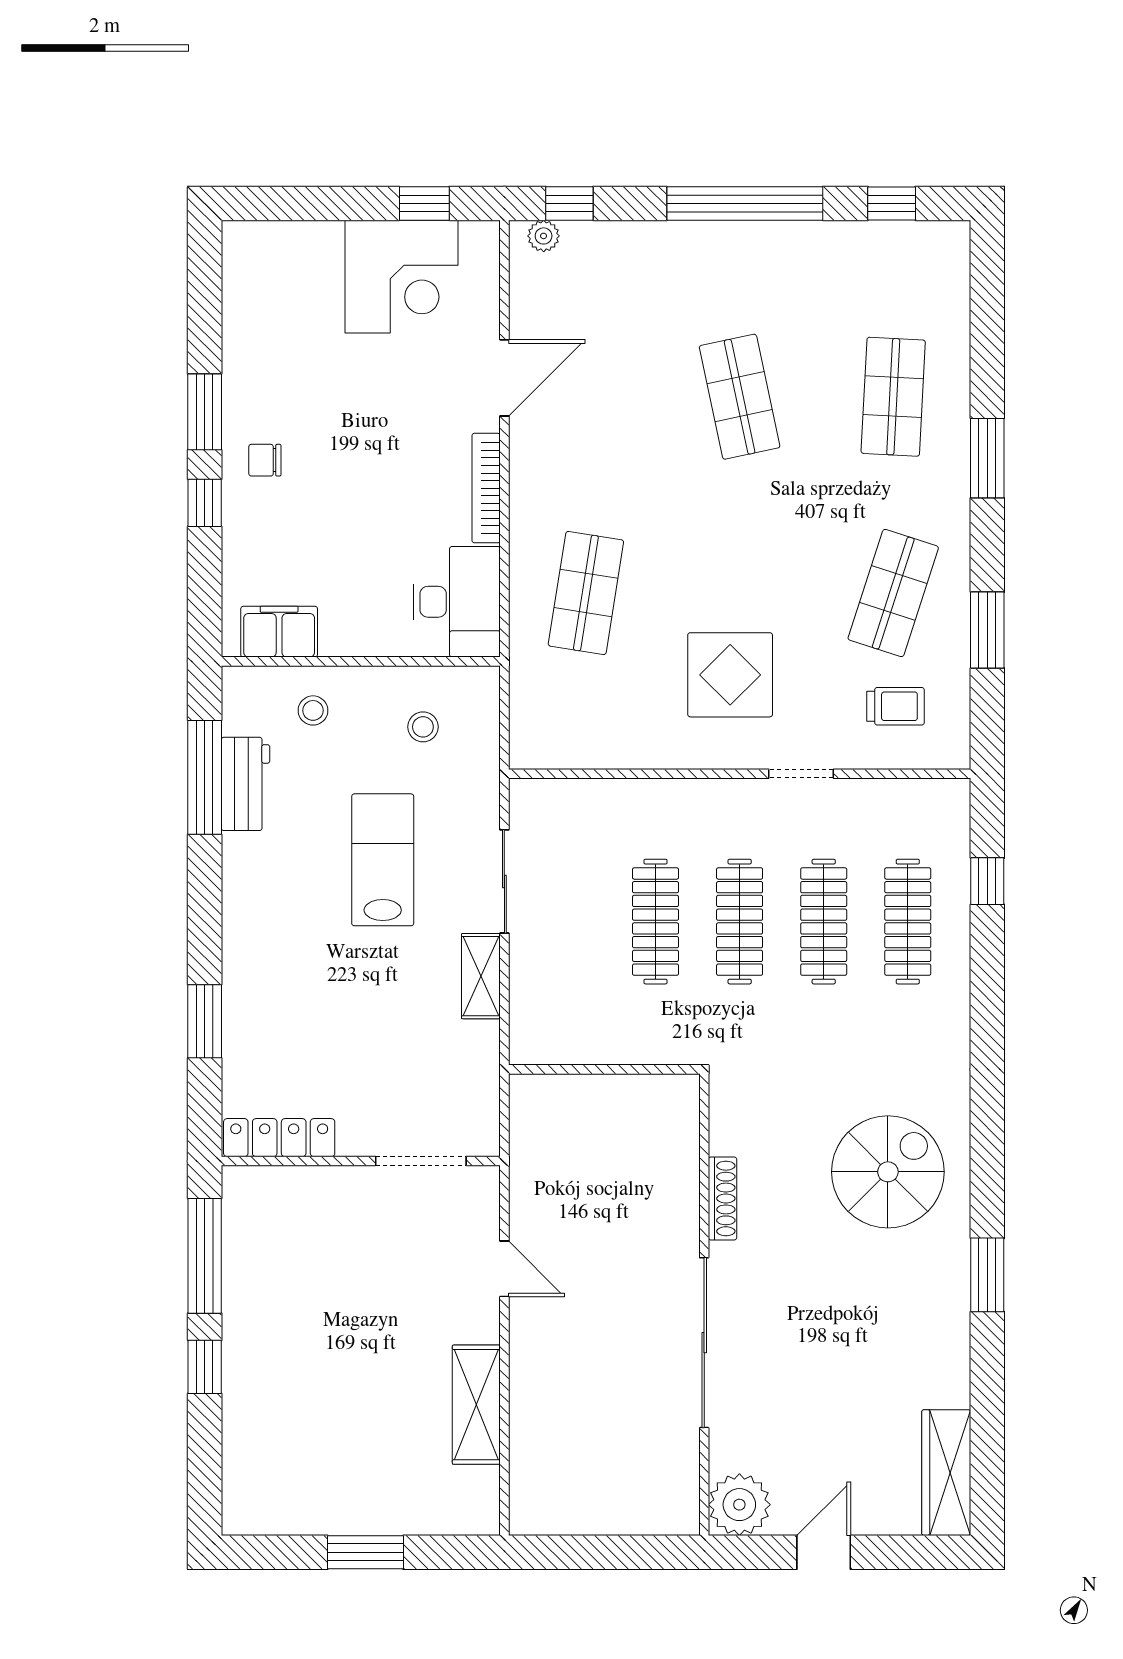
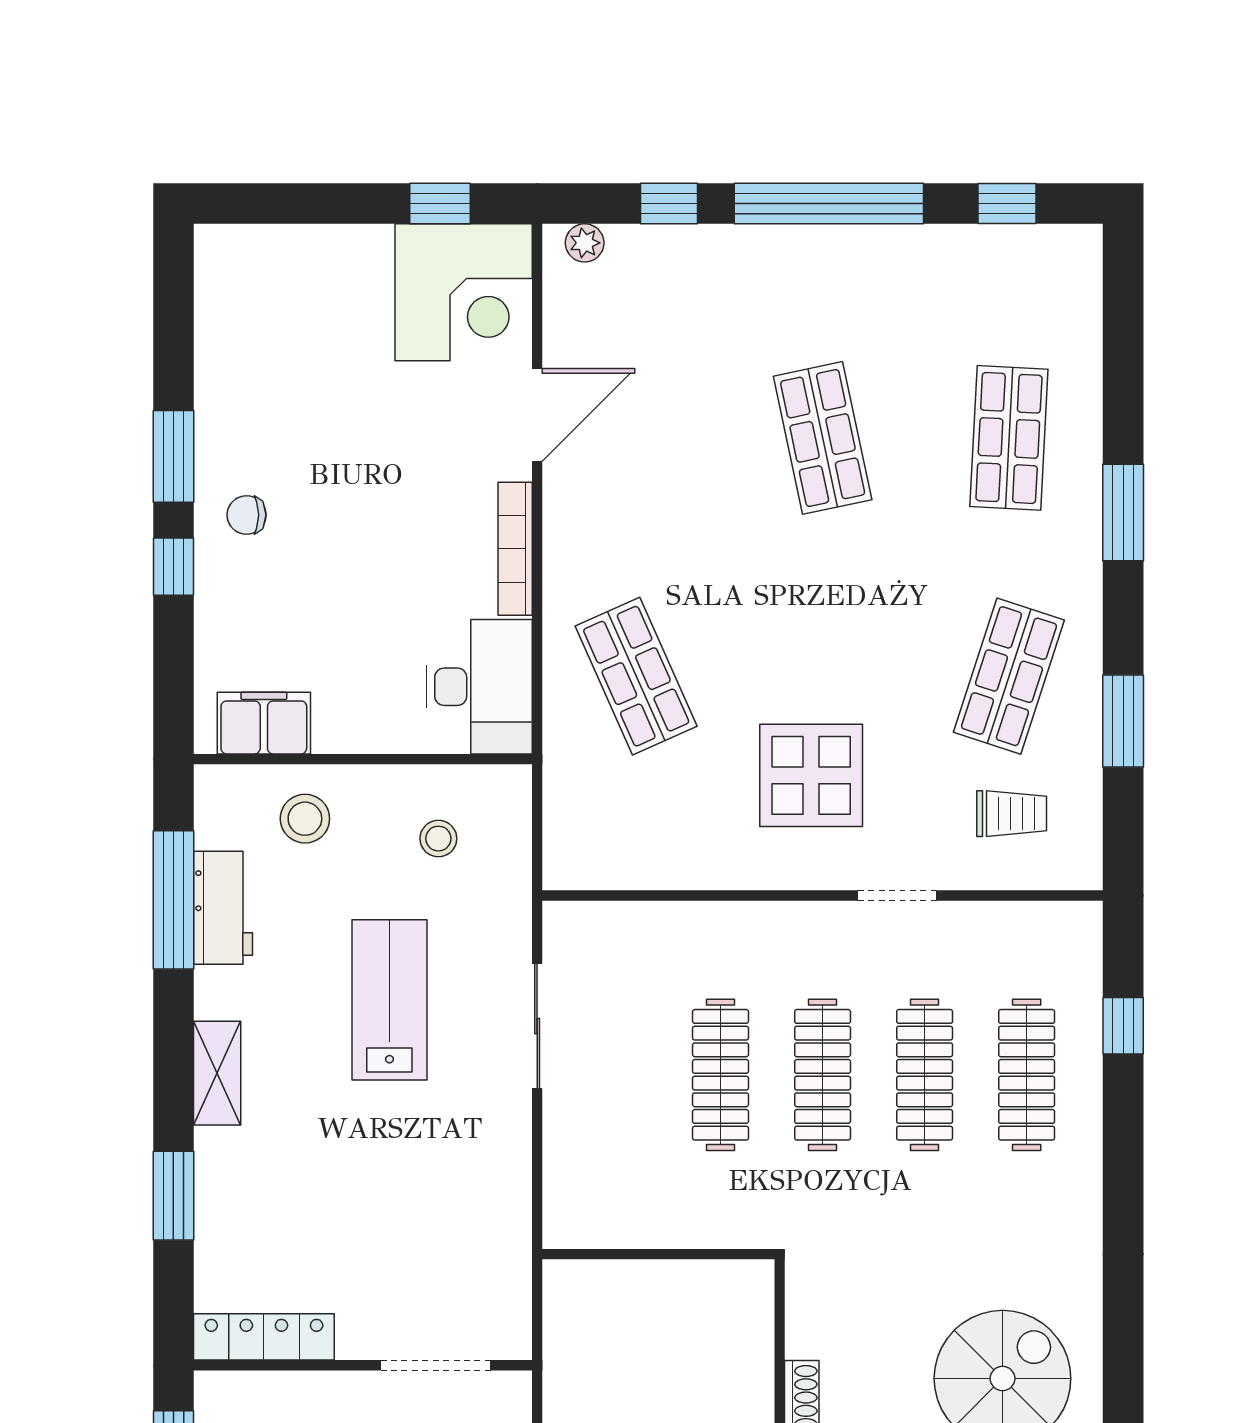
window: (569, 203) -> (669, 203), moved
corner desk: (402, 277) -> (464, 292), moved
shop shelf: (586, 593) -> (636, 676), turned -33
stool: (313, 710) -> (305, 819), width x1.37, depth x1.37
shelving: (481, 976) -> (217, 1073), moved

